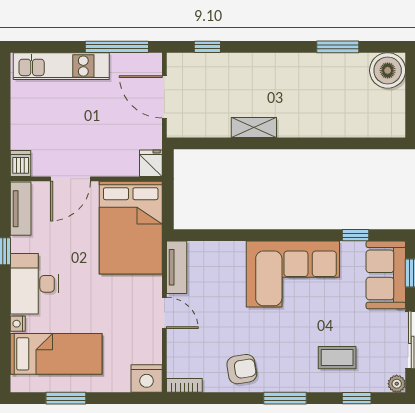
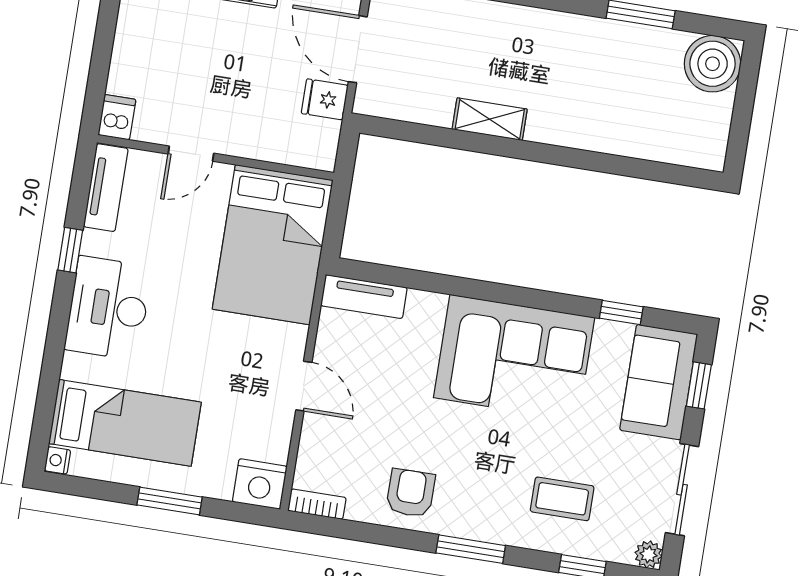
fridge: (151, 163) -> (325, 99), moved, turned -90
door: (70, 179) -> (191, 154), width x0.73
tv unit: (177, 267) -> (364, 297), moved, turned 90
nightstand: (18, 324) -> (58, 460), moved
armchair: (242, 369) -> (411, 493), turned -81
window: (66, 398) -> (170, 501), moved

